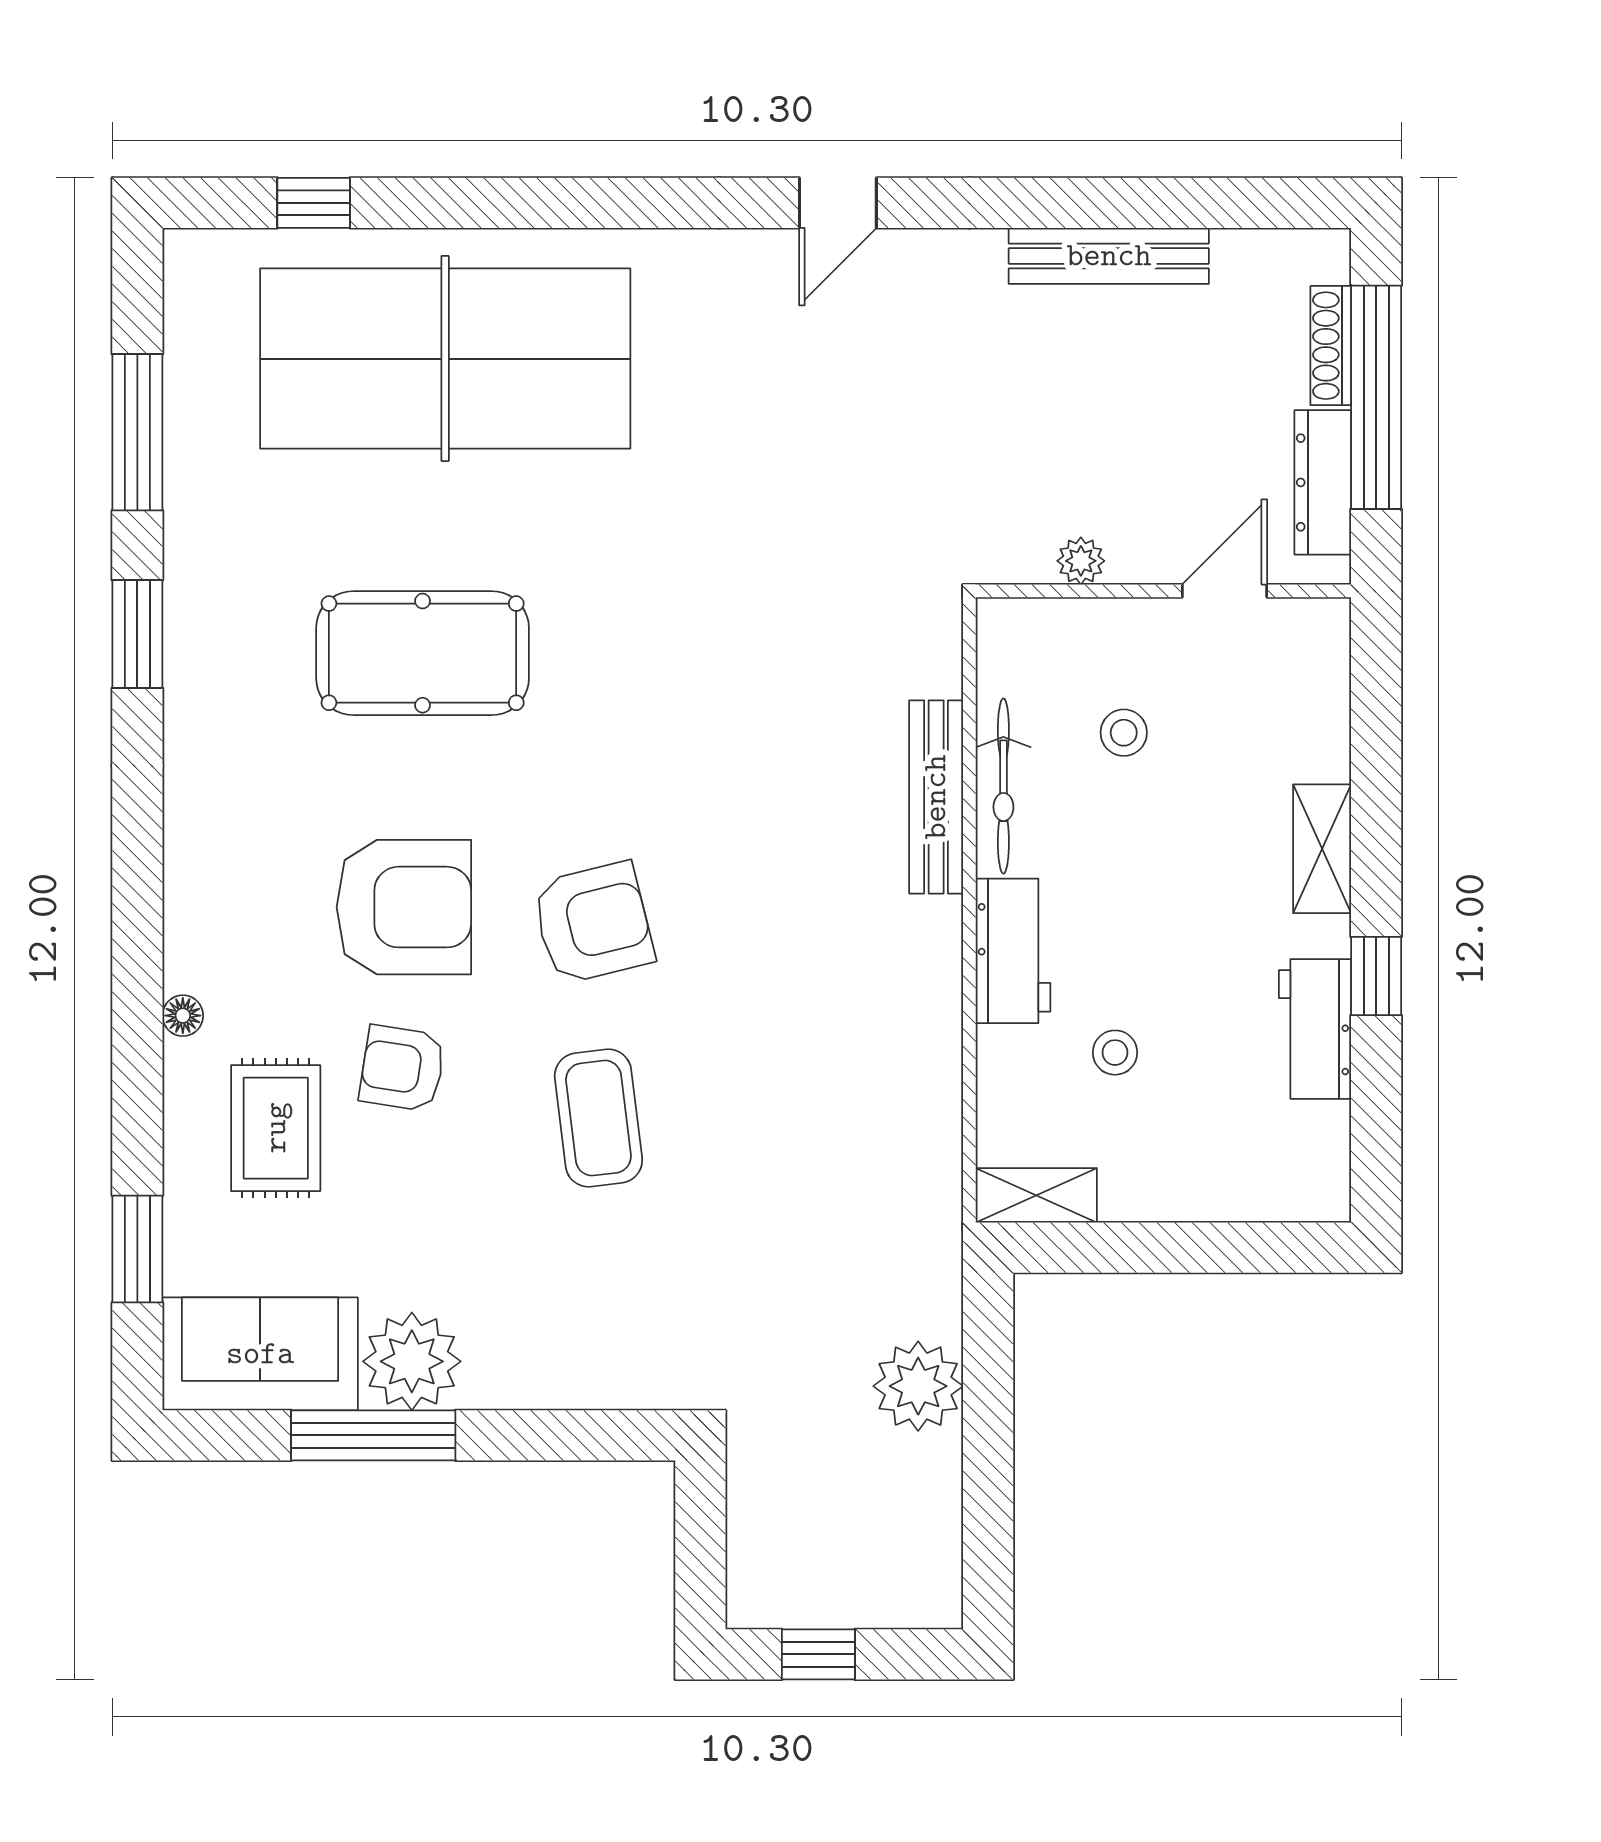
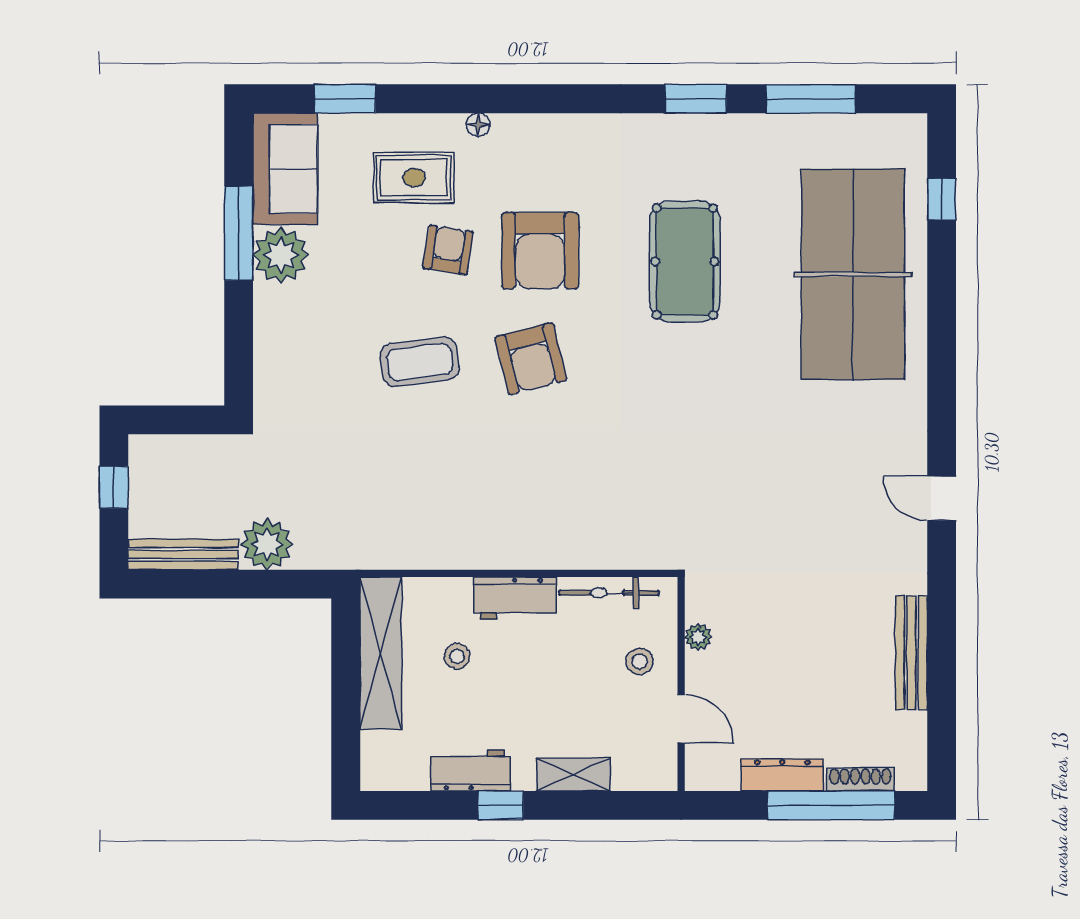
plant: (1081, 561) -> (698, 637), moved
wall: (1163, 591) -> (681, 684), moved
door: (1225, 591) -> (681, 719), moved
bench: (936, 797) -> (183, 554), moved
shelving: (1036, 1195) -> (381, 653), width x2.20, depth x1.33

